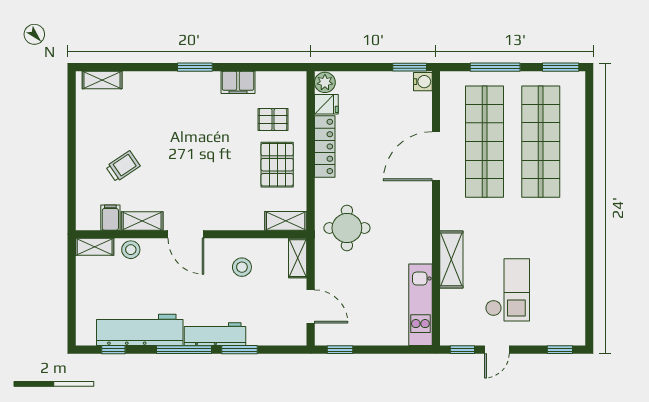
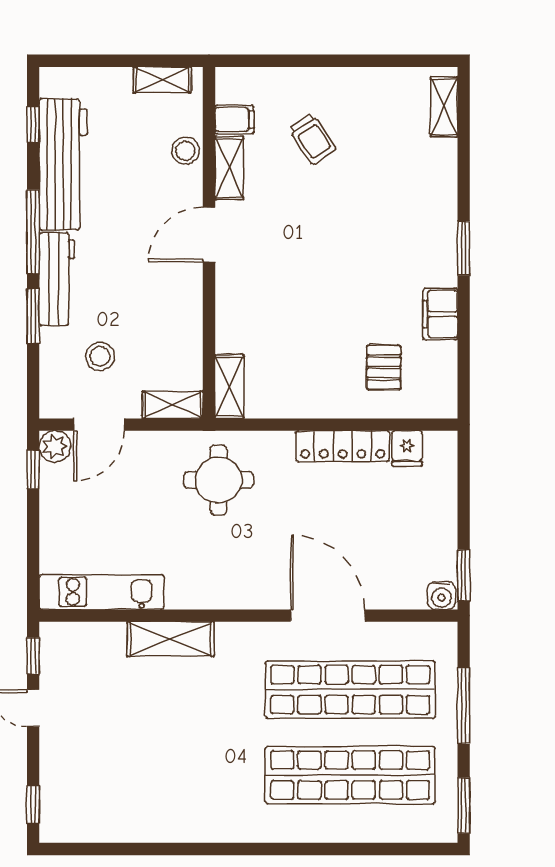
plant: (325, 82) -> (55, 446), moved
pallet: (277, 165) -> (315, 374), removed
shelving: (95, 247) -> (162, 80), moved, turned 90
stool: (242, 267) -> (100, 356), moved
checkout: (508, 290) -> (124, 725), removed

